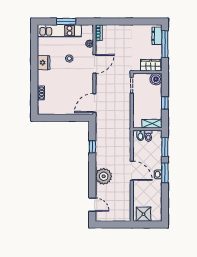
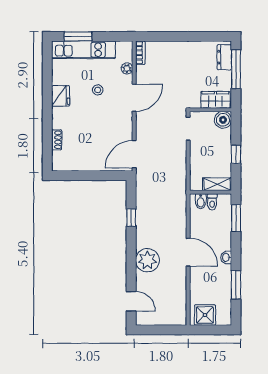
window: (66, 21) -> (78, 36), moved
window: (165, 173) -> (236, 285), moved

